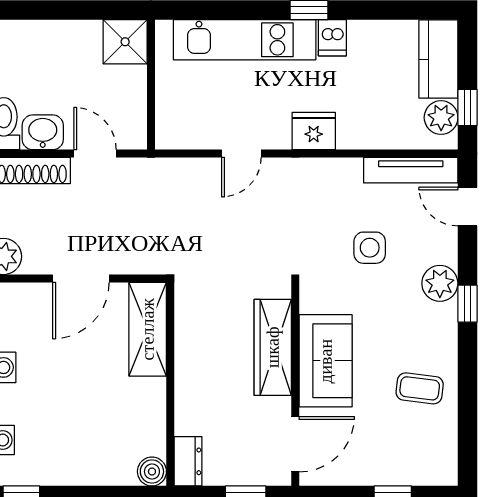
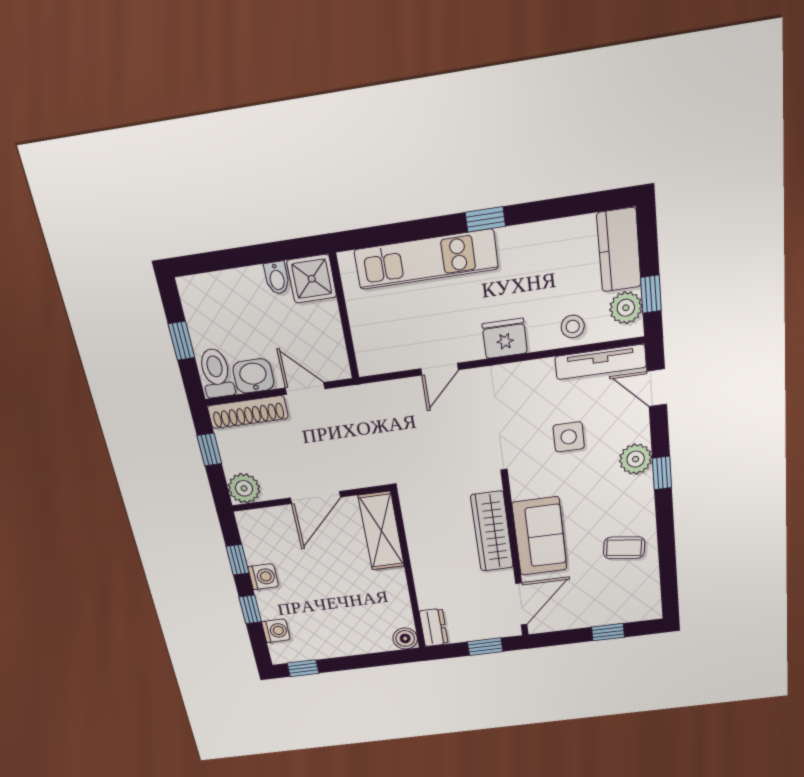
bidet: (90, 36) -> (277, 278), added
dishwasher: (332, 38) -> (512, 244), removed
stool: (385, 129) -> (573, 326), added

